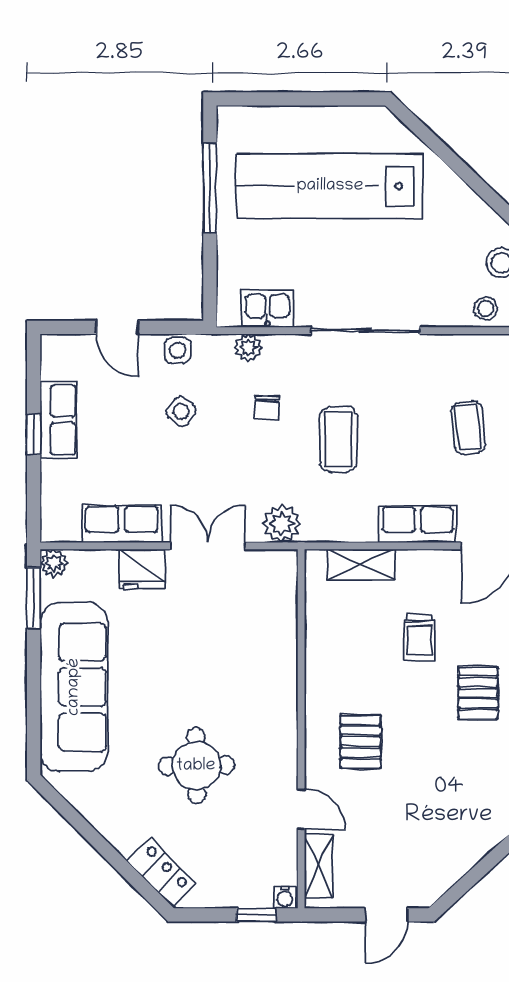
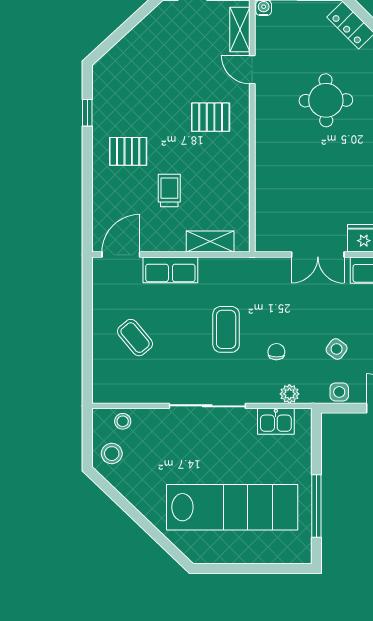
coffee table: (468, 428) -> (135, 338), turned -34
plant: (282, 524) -> (266, 270), removed
pallet: (478, 693) -> (128, 151), turned 90
pallet: (361, 742) -> (211, 117), turned 90

